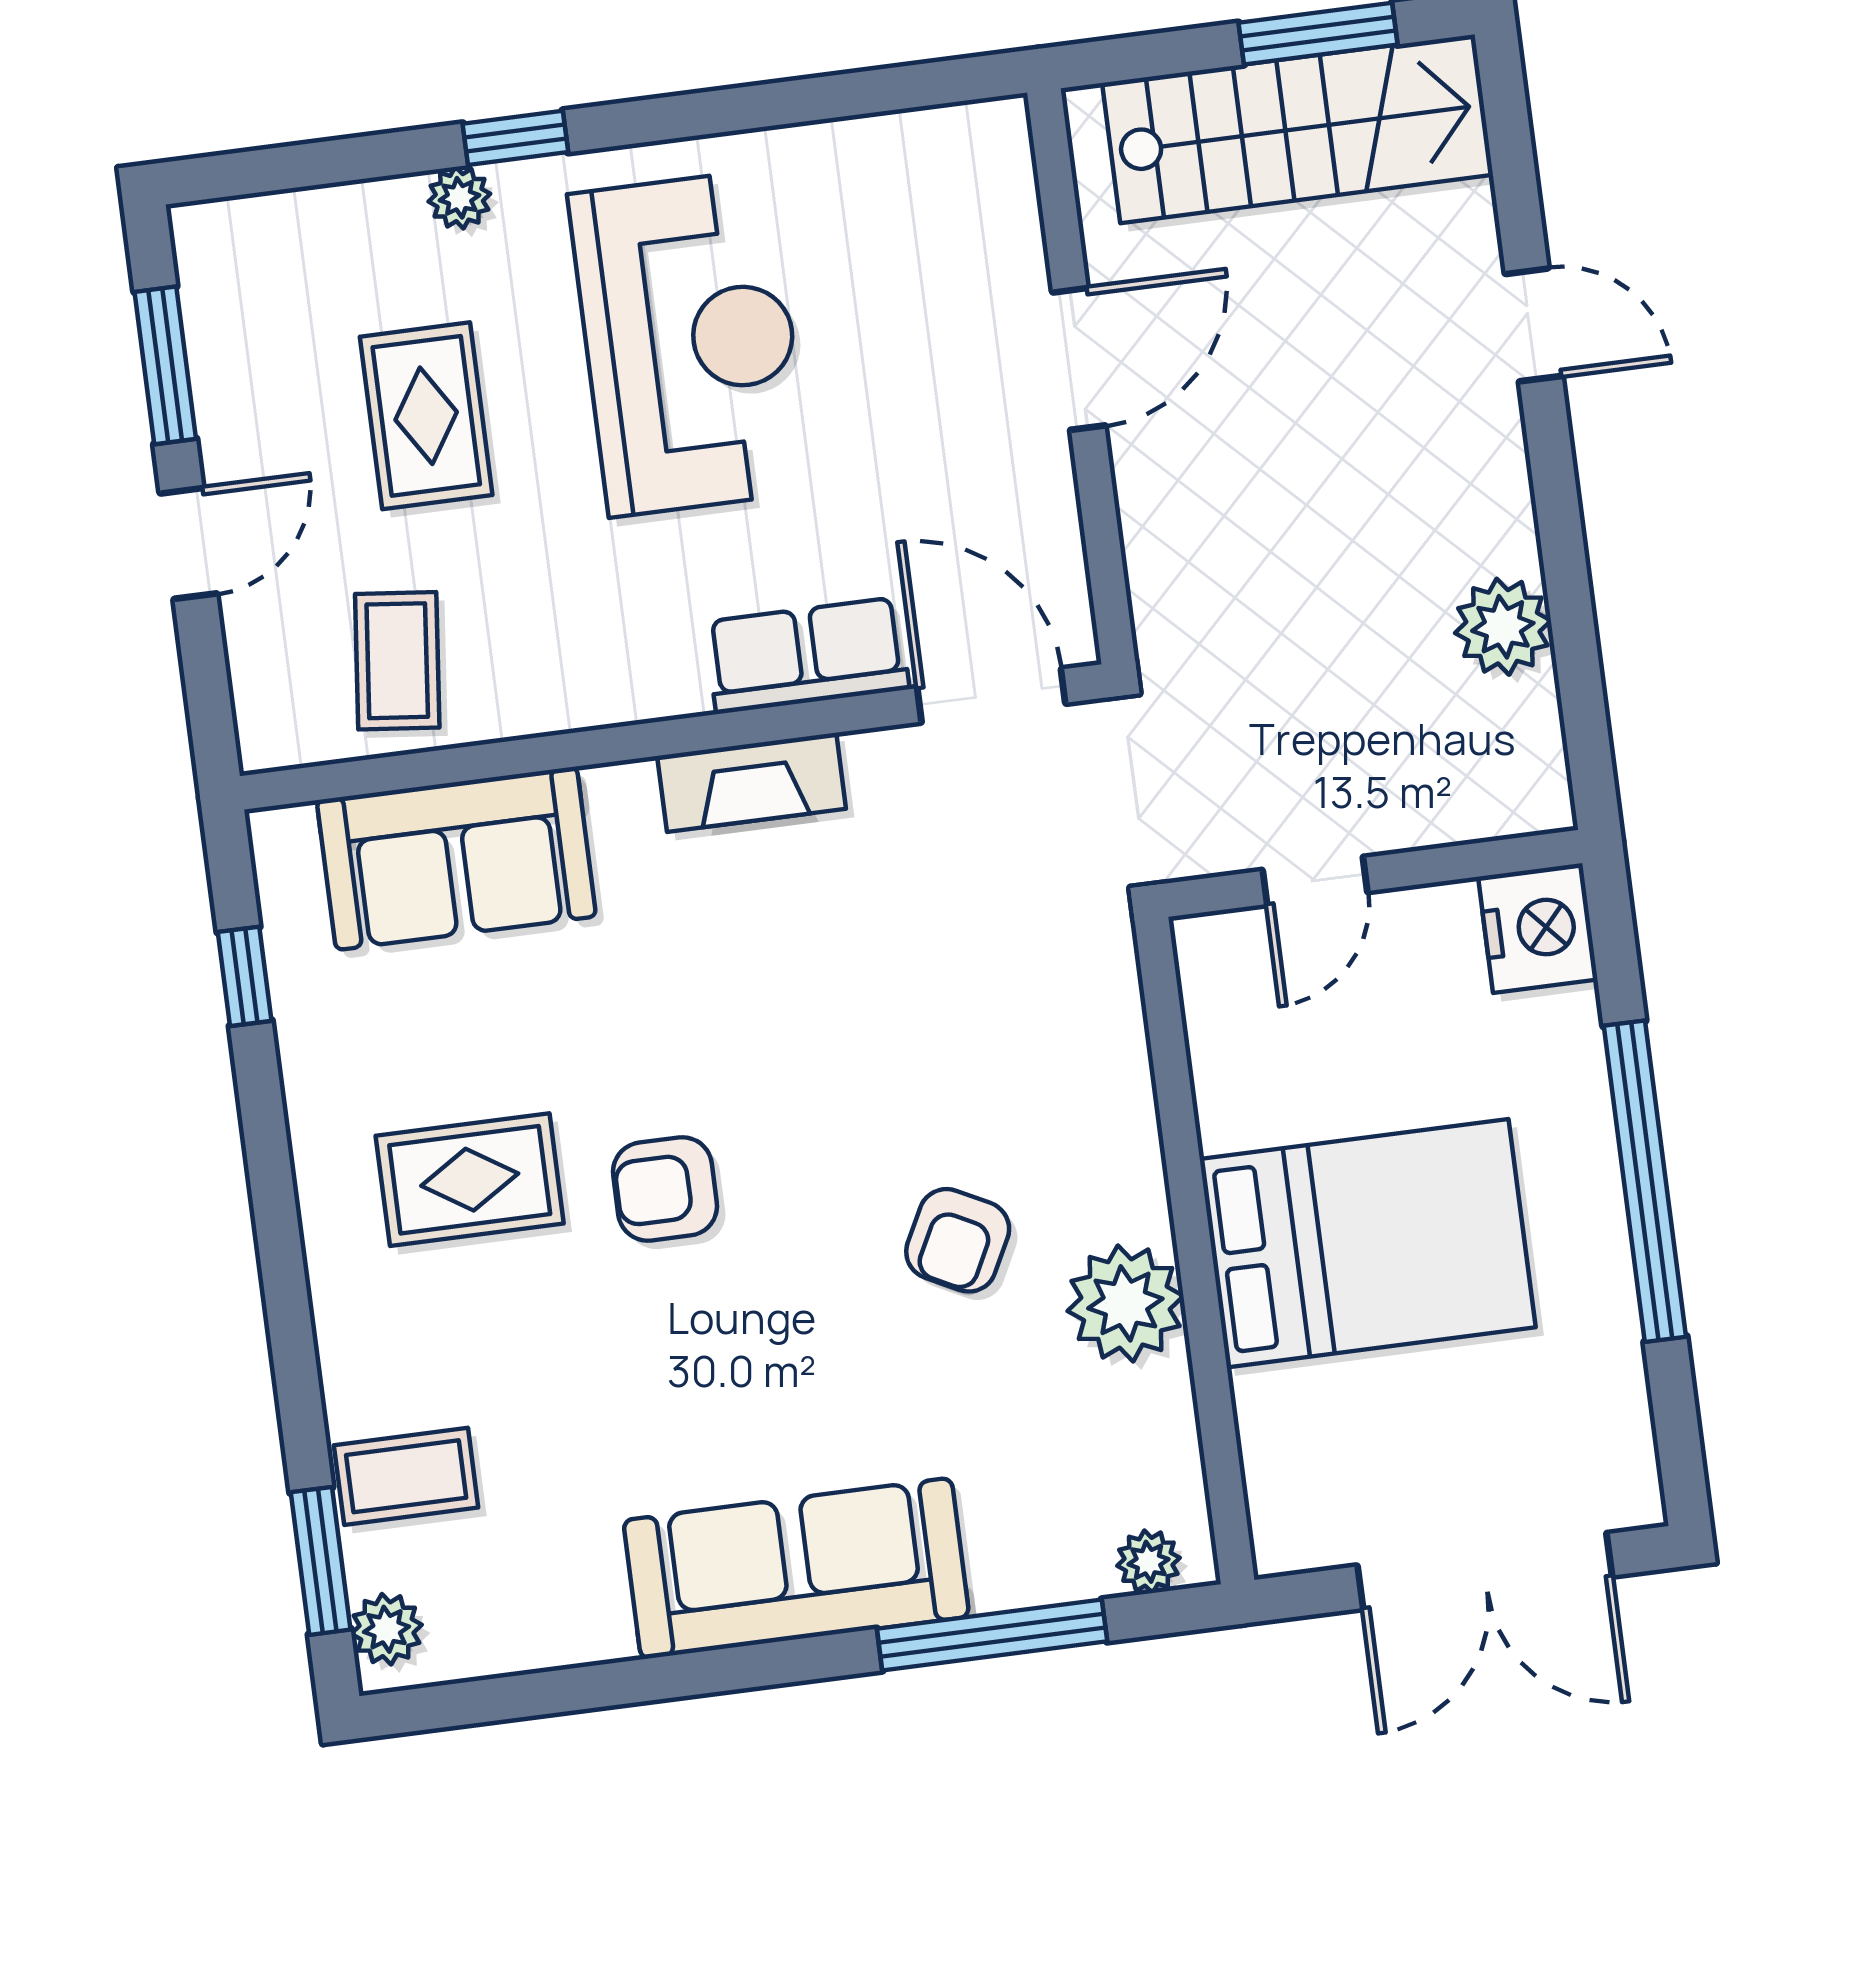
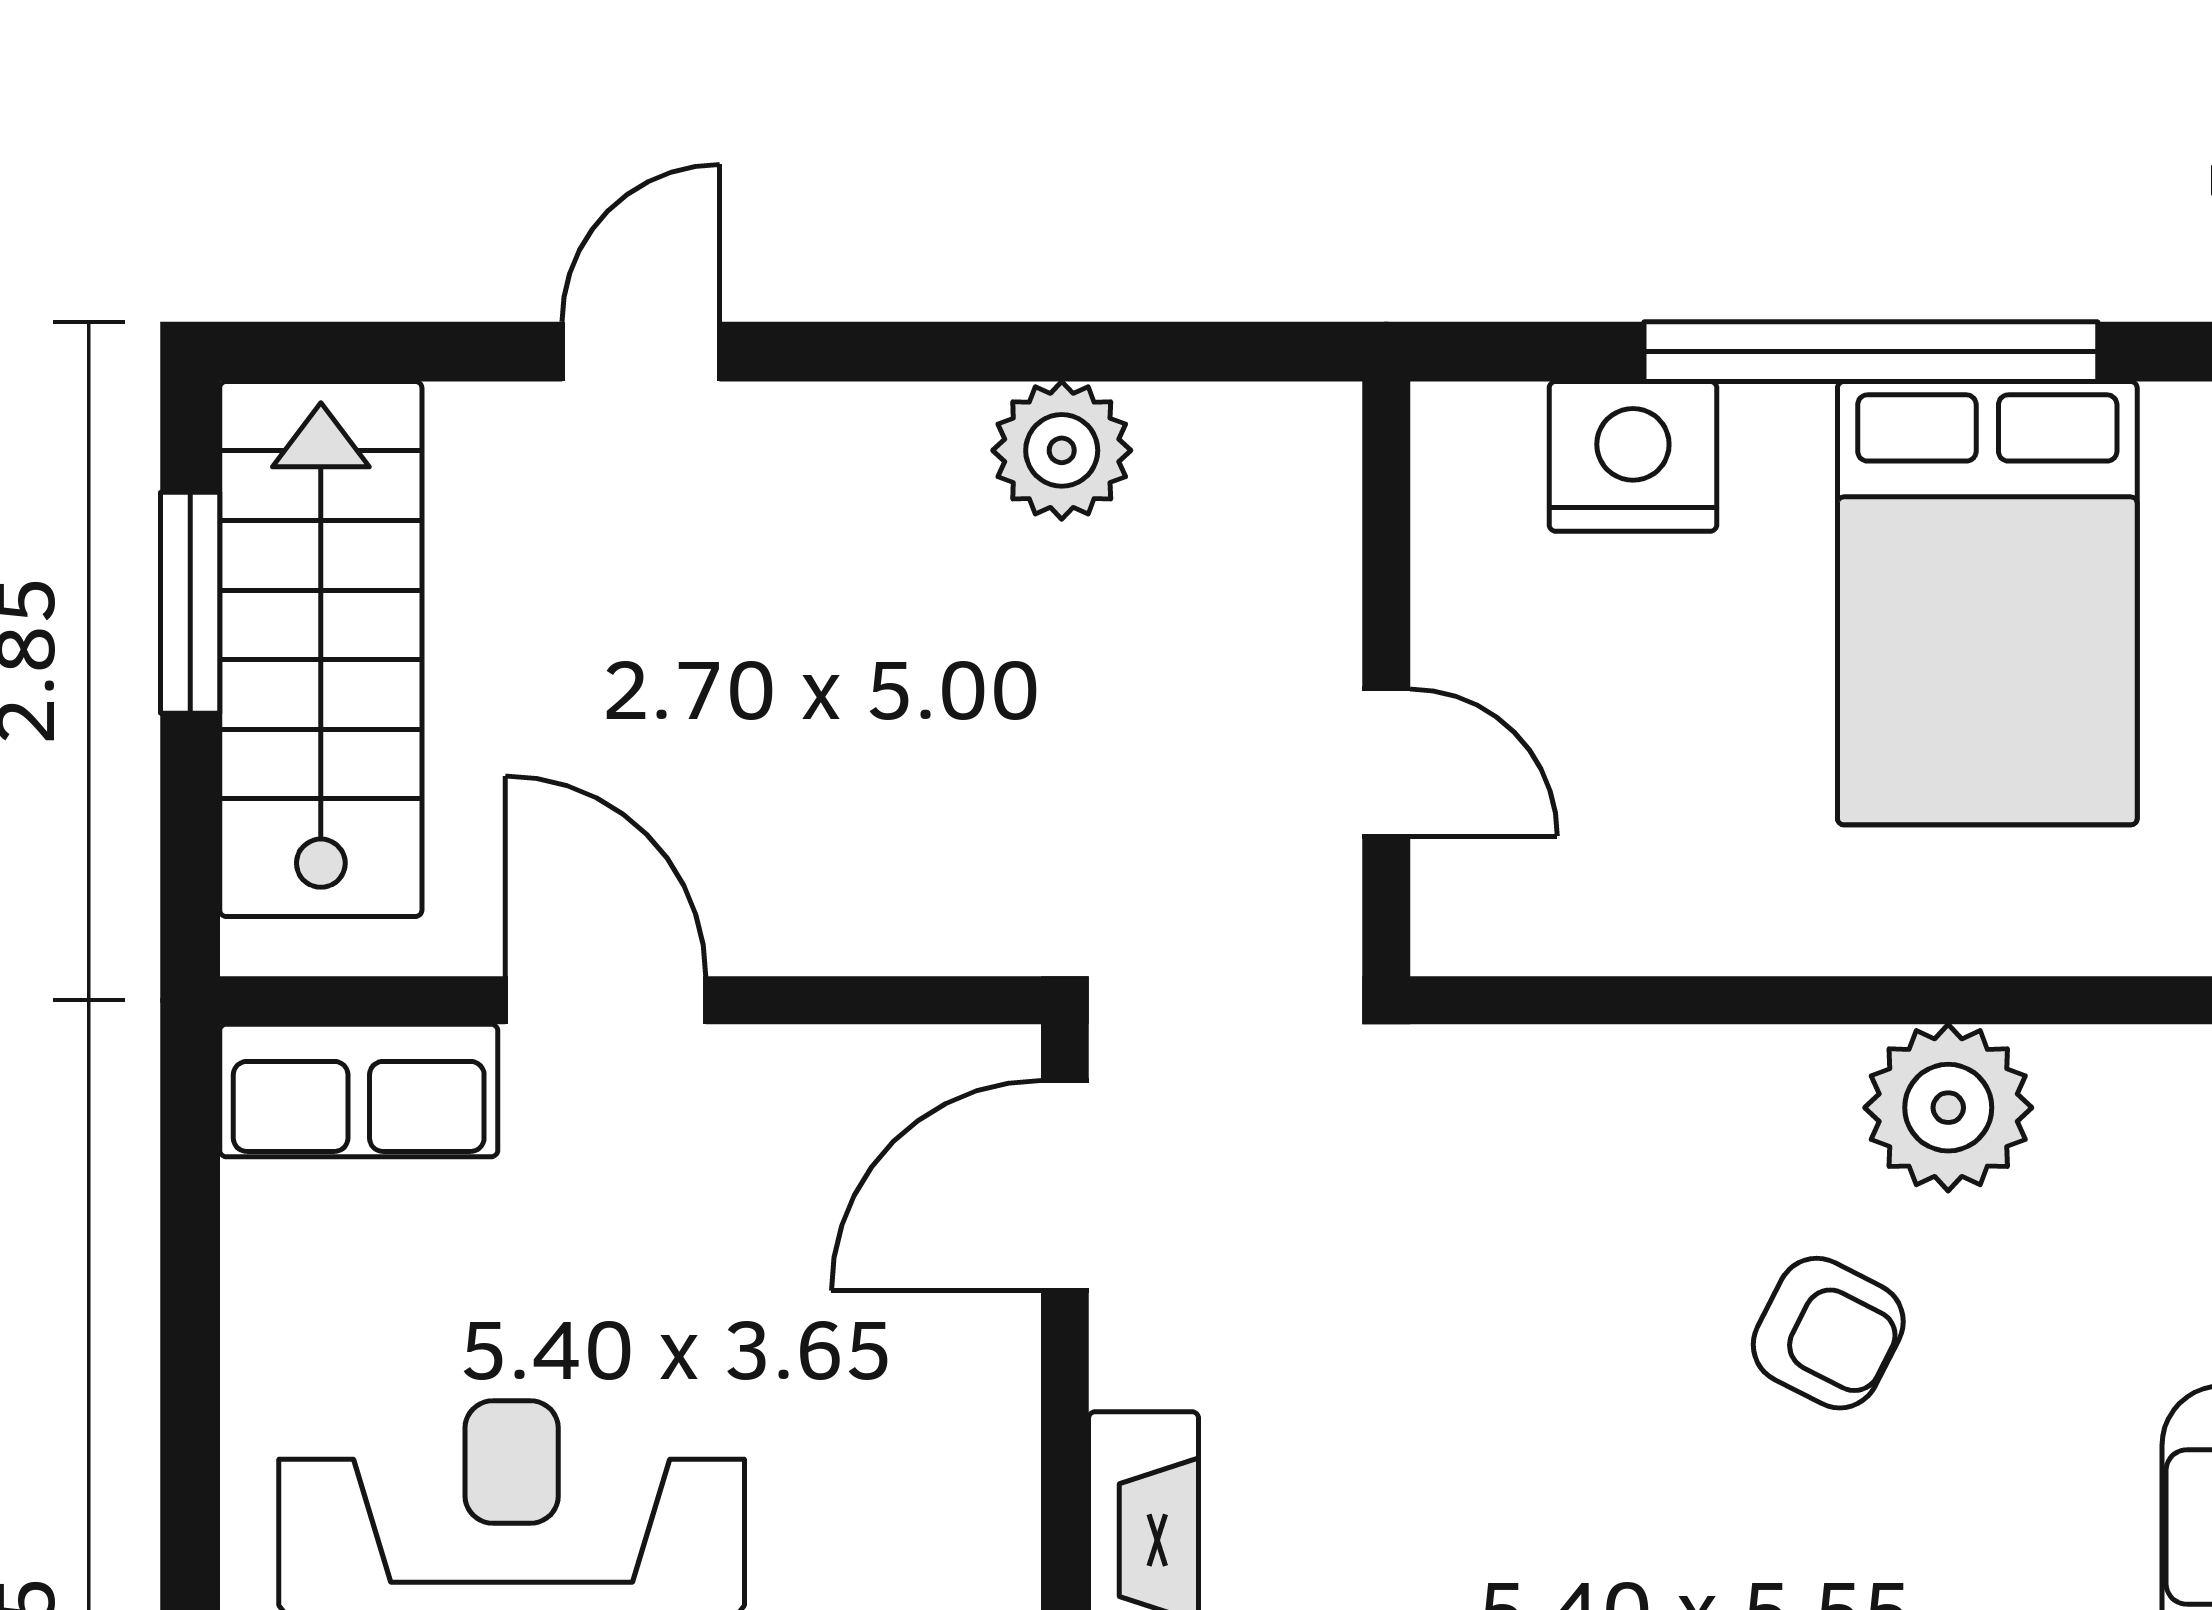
row of seats: (807, 656) -> (359, 1091), moved, turned -90
nightstand: (1538, 928) -> (1633, 456), moved
bed: (1368, 1243) -> (1987, 603), moved, turned 180

